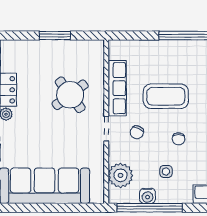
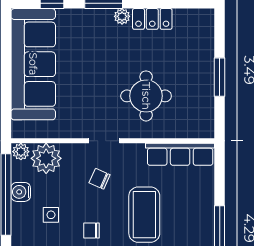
row of seats: (117, 88) -> (180, 154), moved
round table: (70, 95) -> (146, 96), turned 37
plant: (115, 196) -> (21, 152), added

